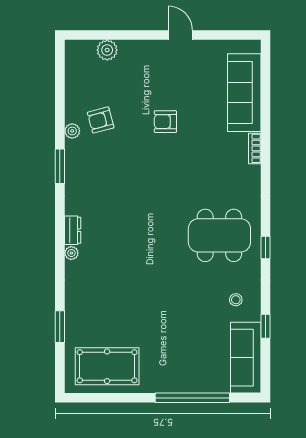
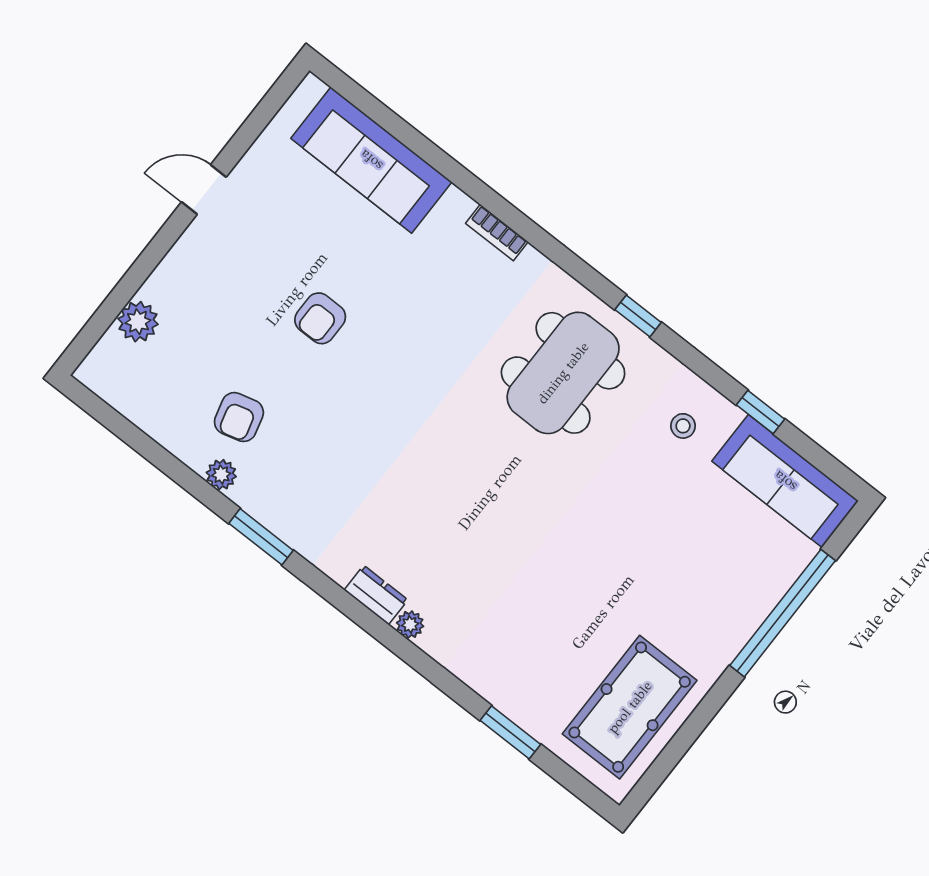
bookcase: (255, 148) -> (497, 233), moved

